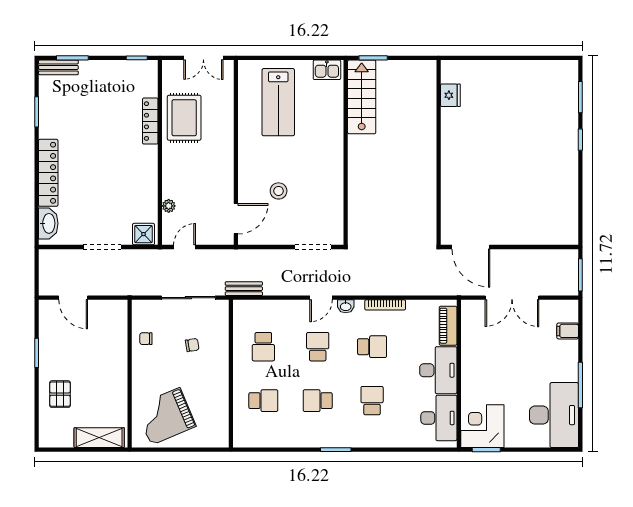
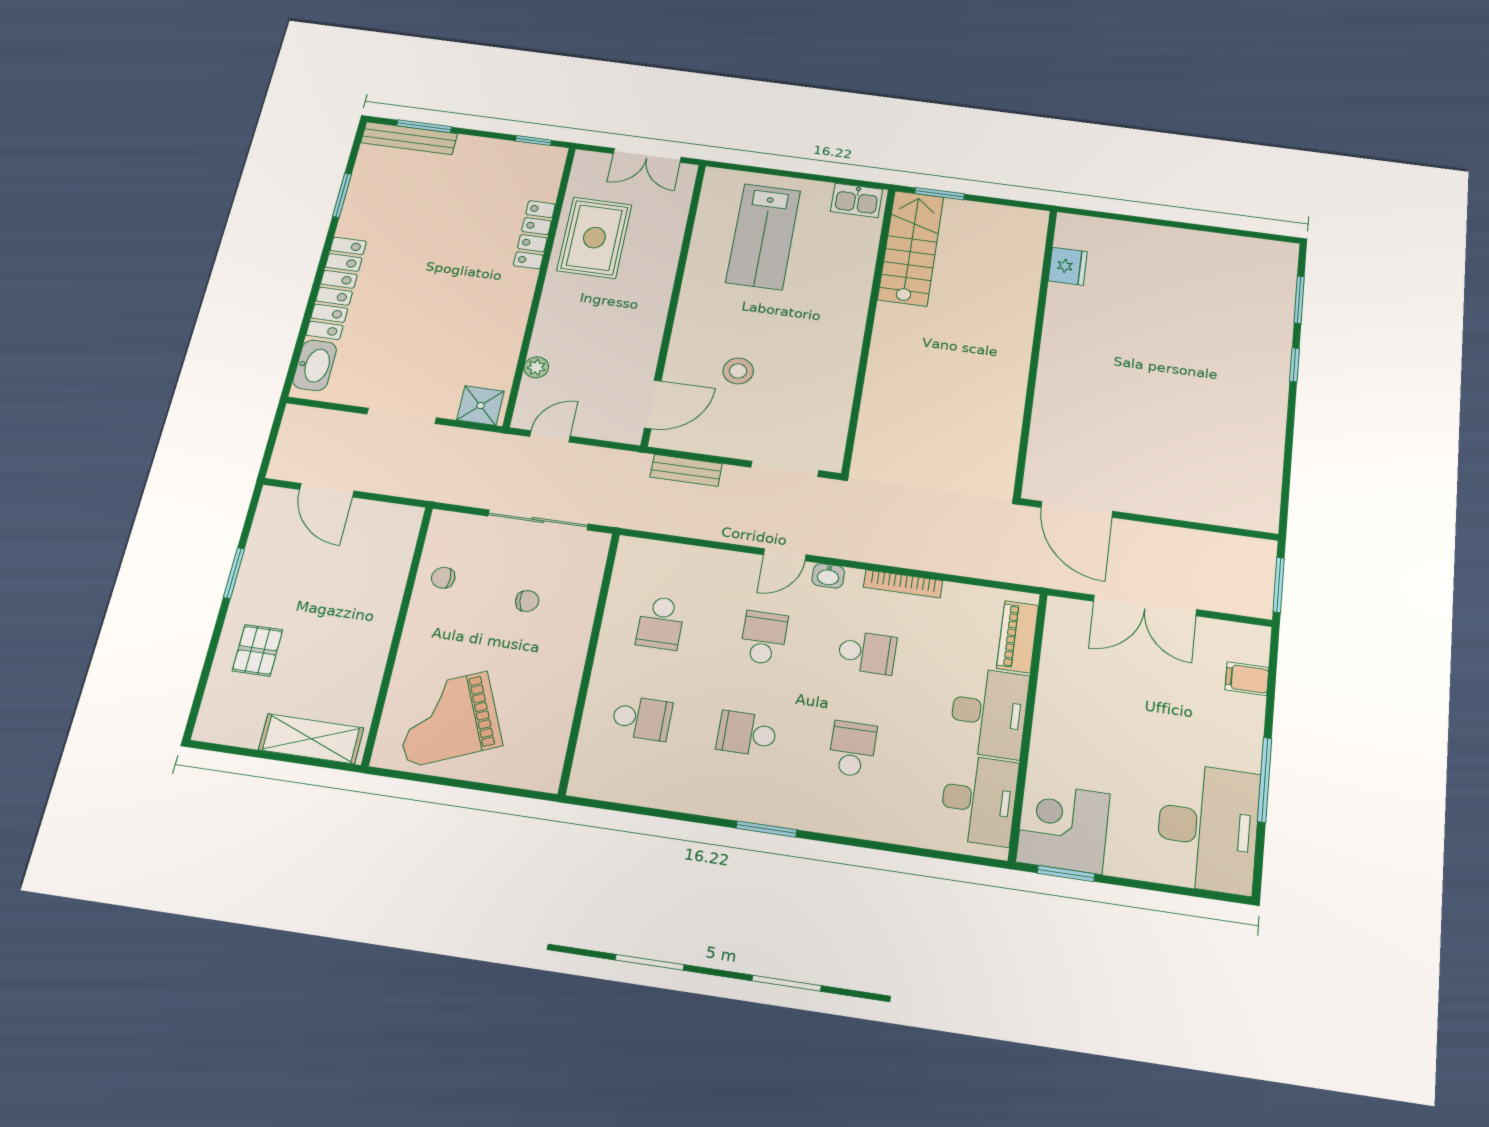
bench: (58, 67) -> (409, 138), width x1.36
bench: (244, 289) -> (686, 470), moved

